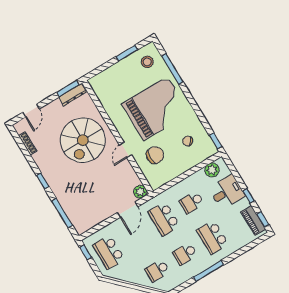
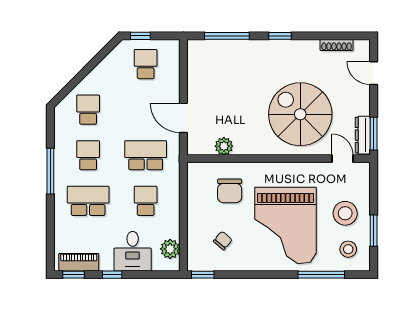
stool: (127, 77) -> (345, 213), added
door: (125, 150) -> (342, 159), moved
plant: (140, 192) -> (224, 146), moved
window: (86, 252) -> (140, 36), moved
school desk: (109, 252) -> (146, 64), width x0.54

